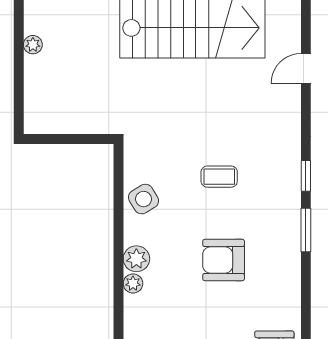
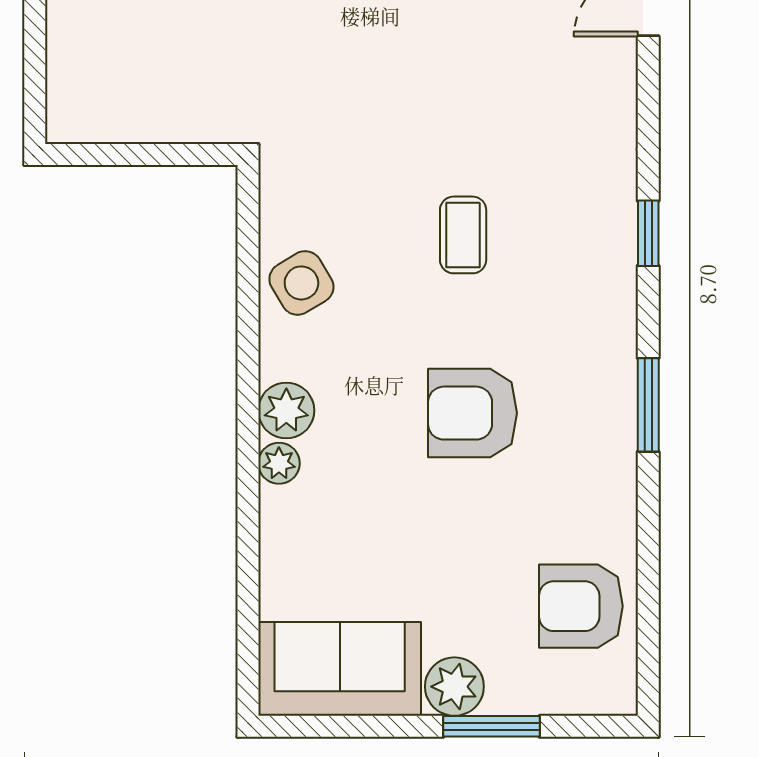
coffee table: (219, 177) -> (463, 235), turned 90
window: (306, 230) -> (648, 405), moved

